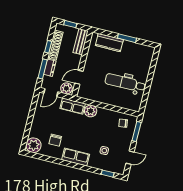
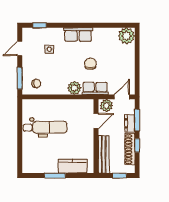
bench: (81, 42) -> (104, 154), width x1.36
chair: (55, 140) -> (90, 64), moved

